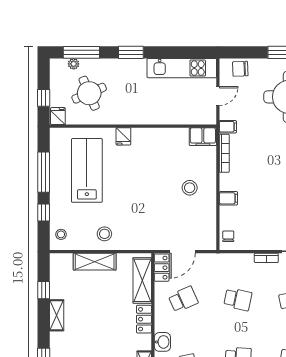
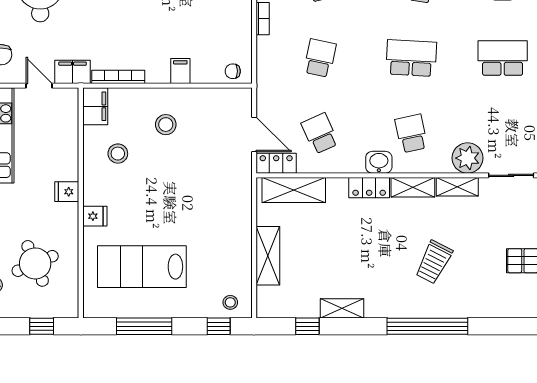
fridge: (58, 116) -> (67, 192), moved
filing cabinet: (228, 127) -> (73, 72), width x2.00
window: (44, 212) -> (219, 326), moved
stool: (104, 234) -> (118, 154), moved
locker: (144, 319) -> (369, 188), moved

